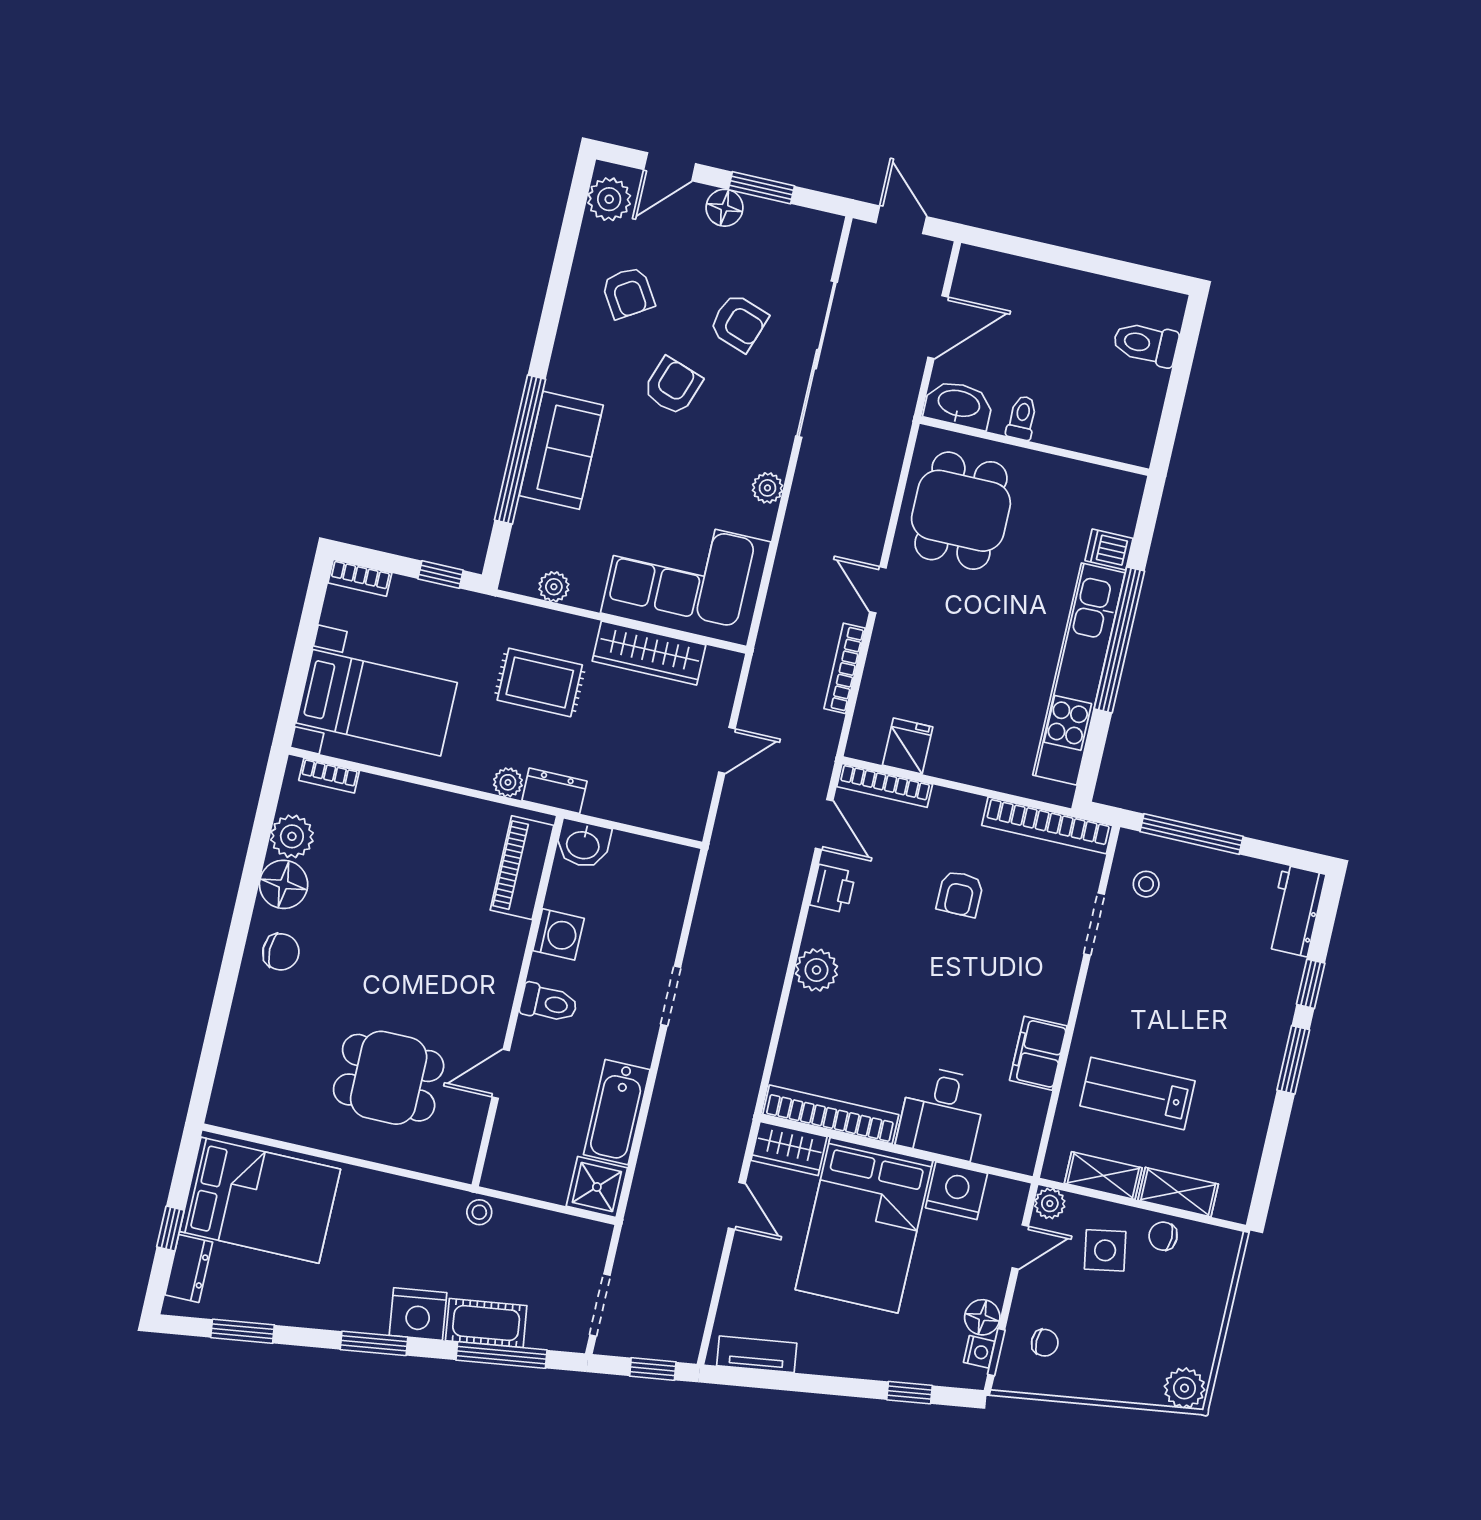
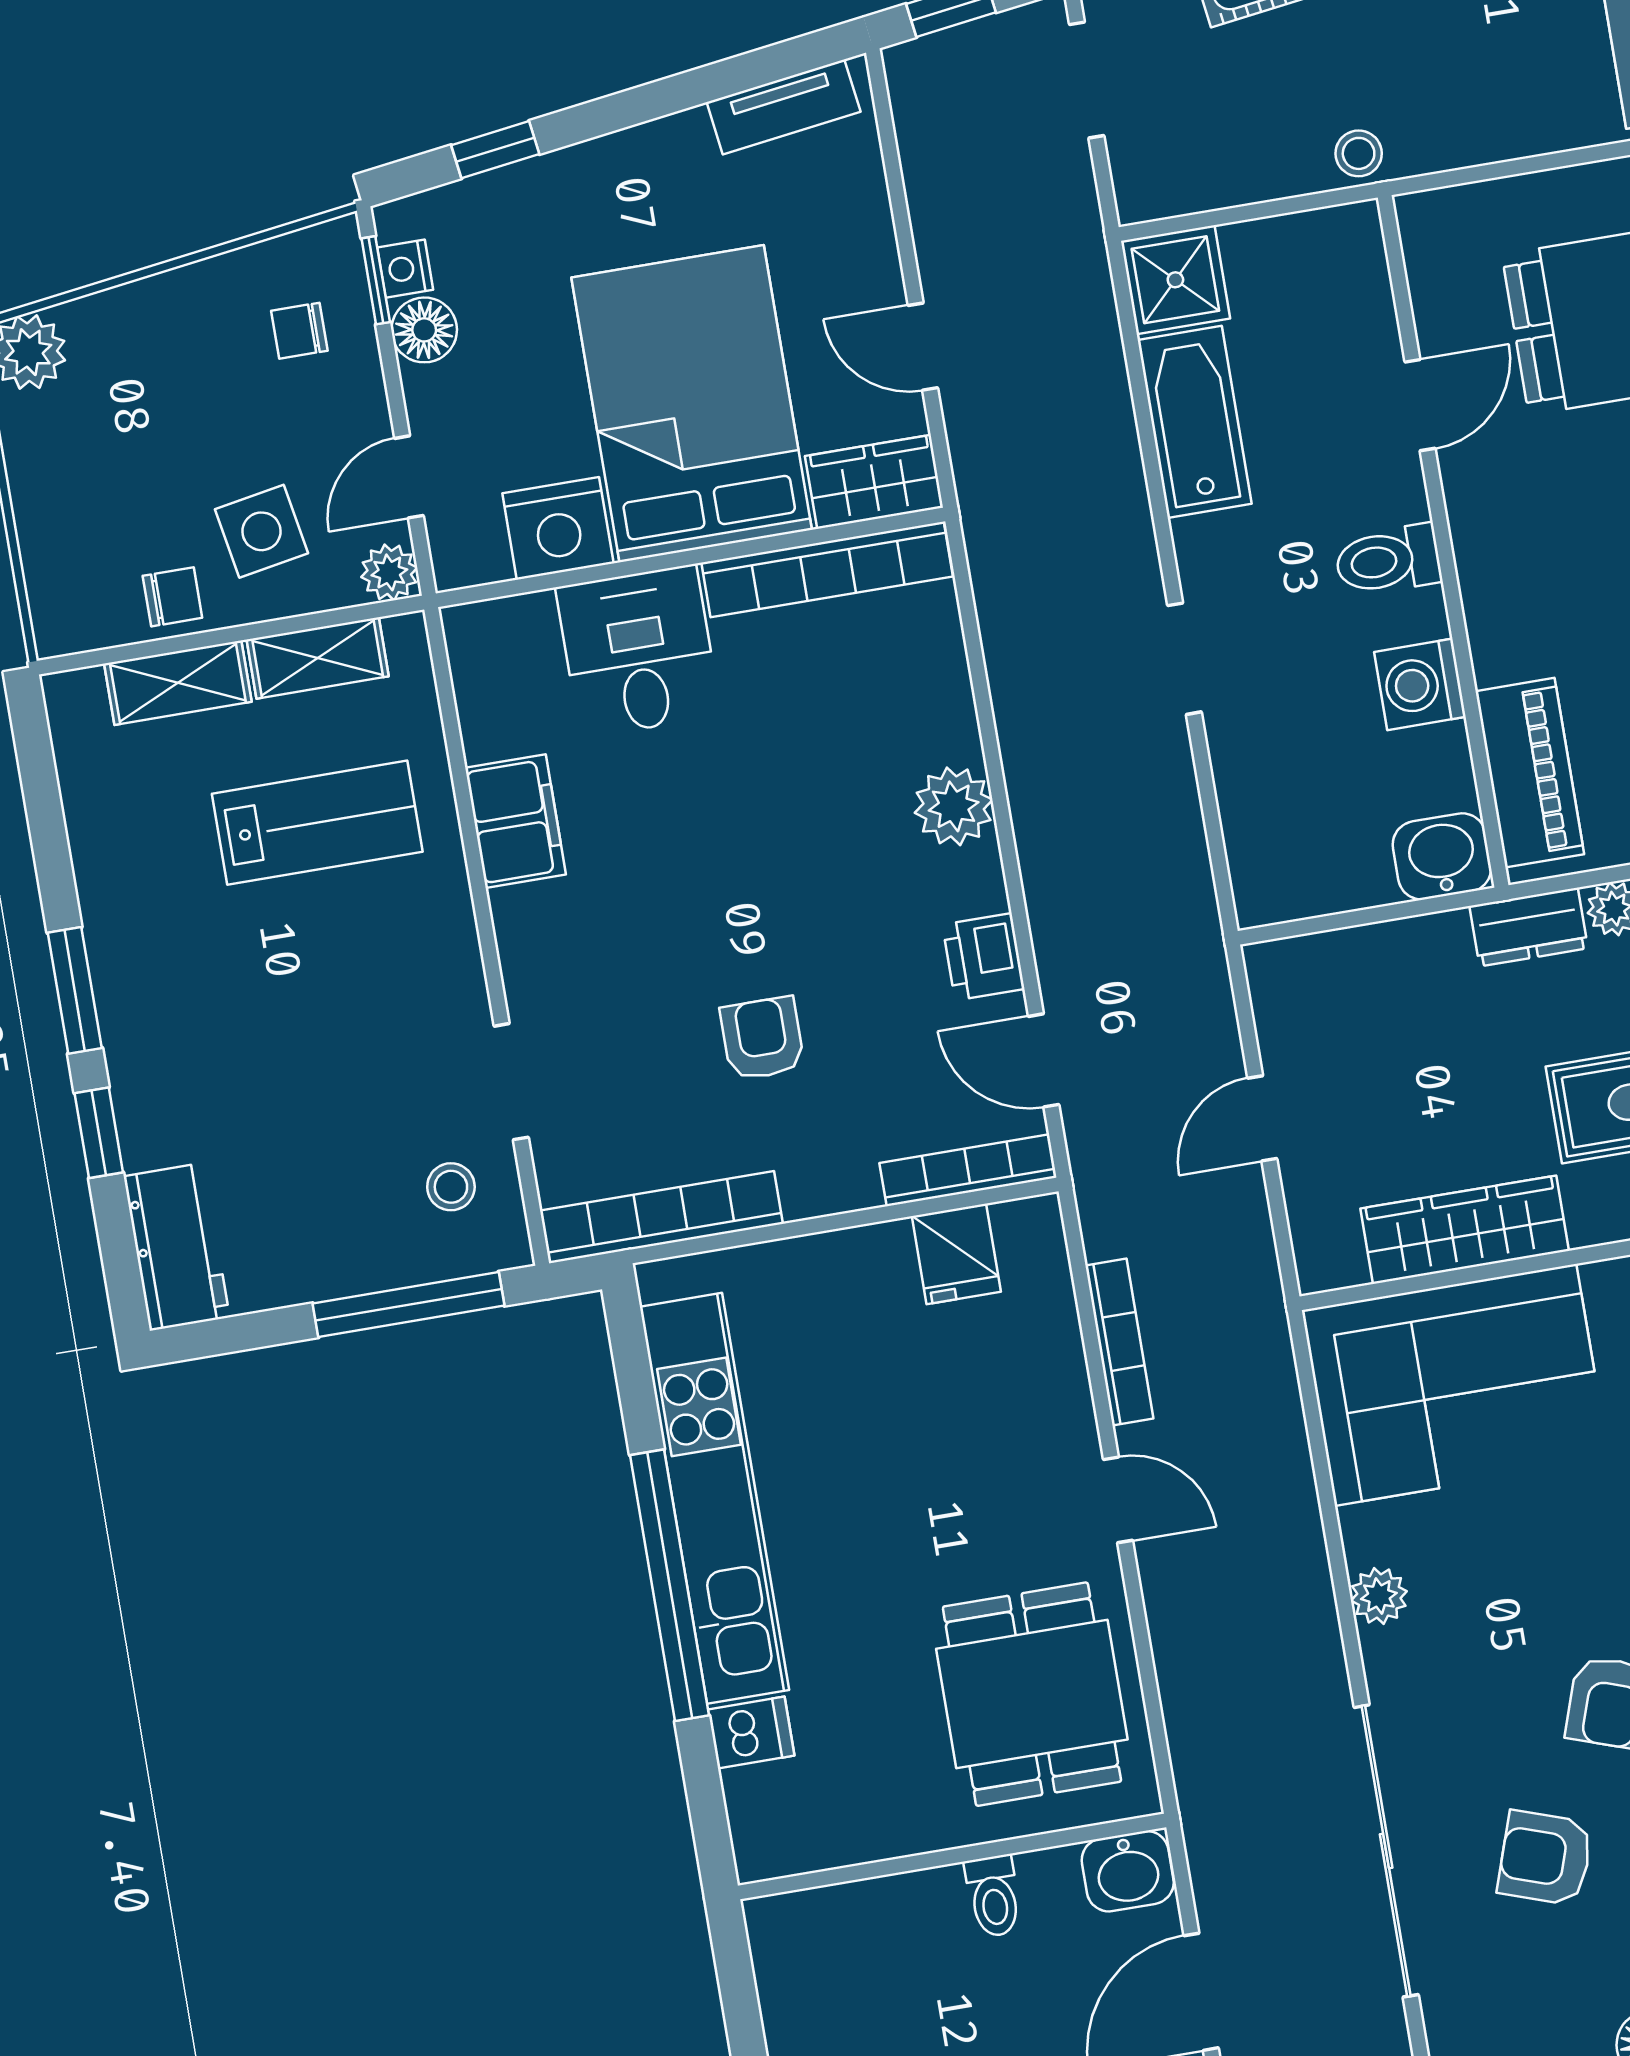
washbasin: (959, 404) -> (1128, 1871), width x0.72

